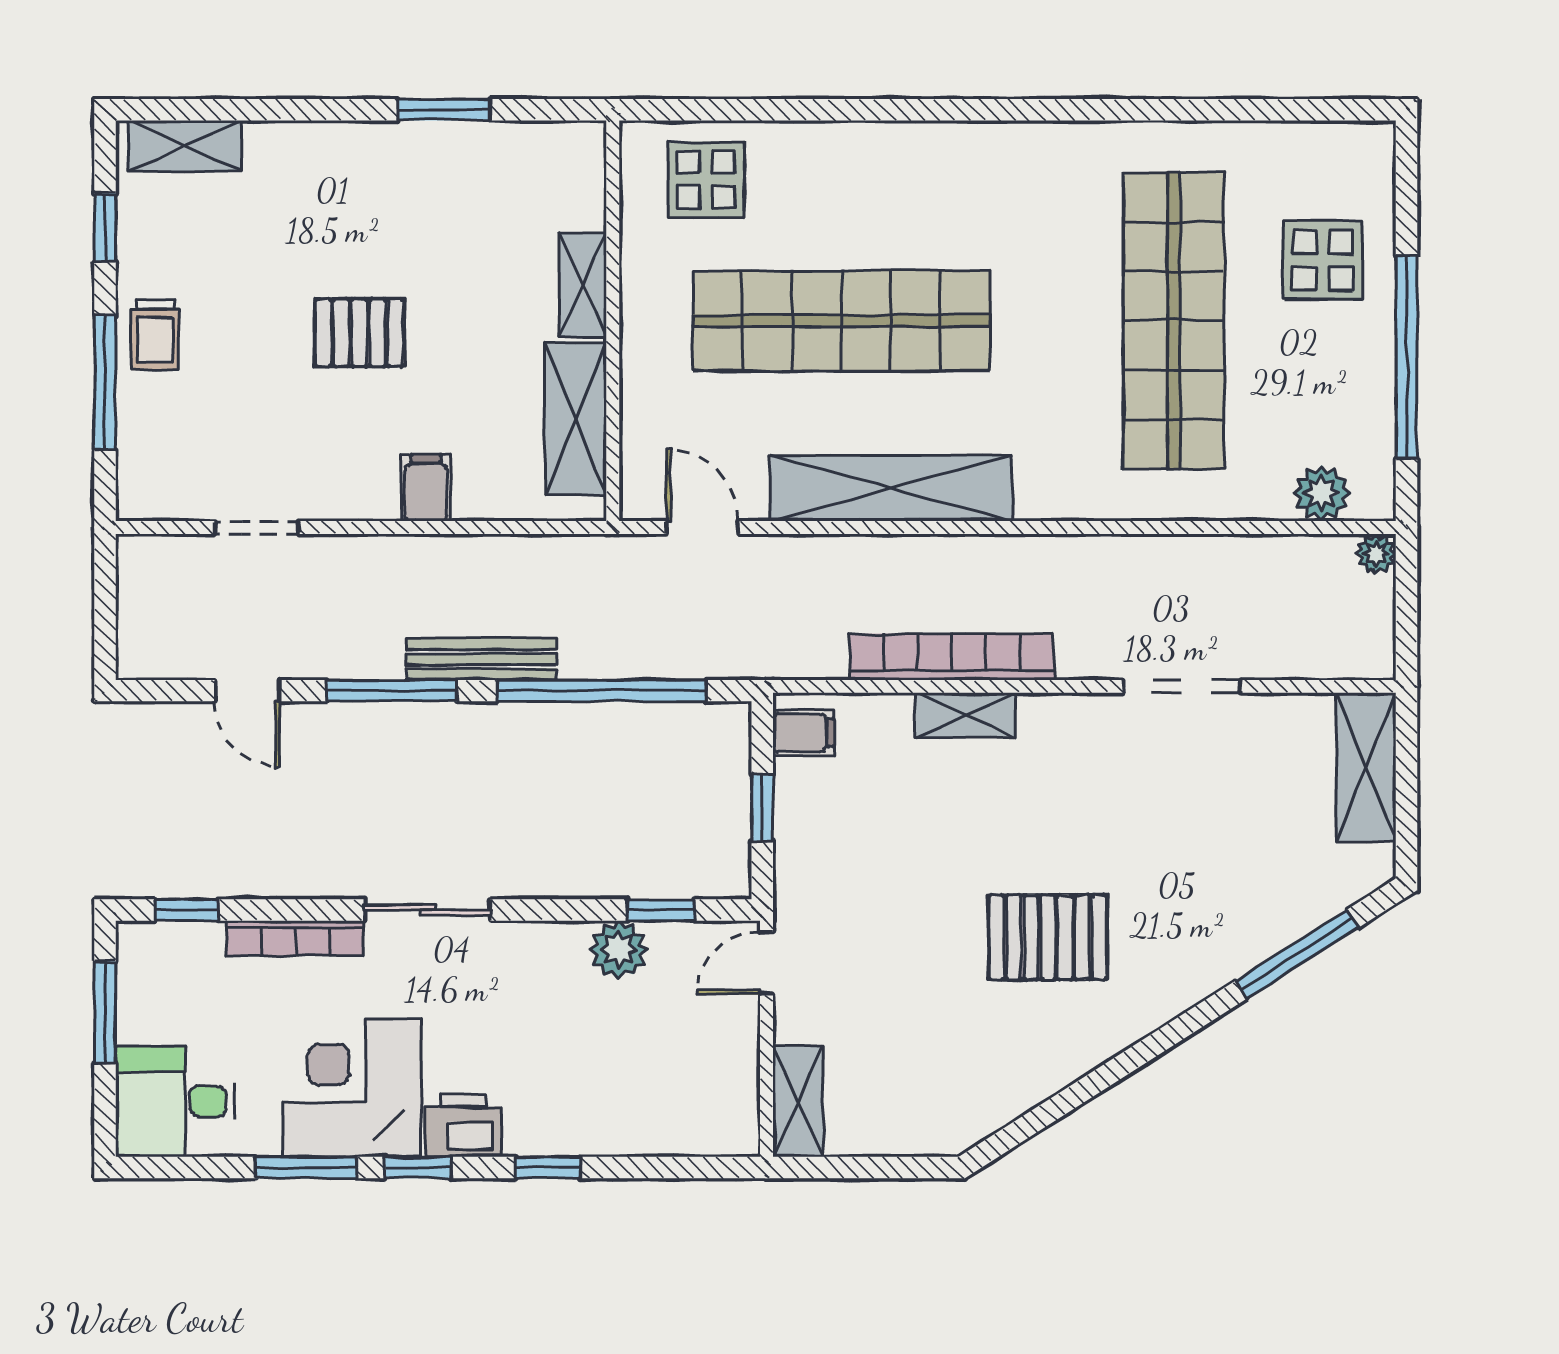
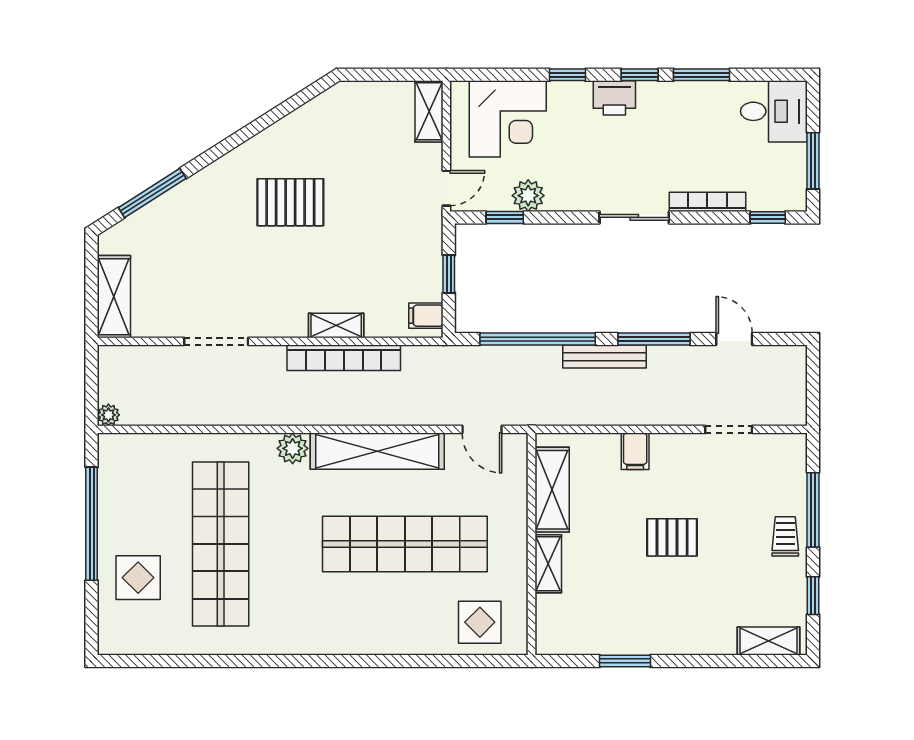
plant: (1322, 493) -> (293, 448), moved
corner desk: (352, 1088) -> (508, 119), moved

